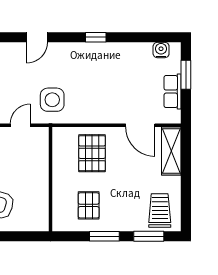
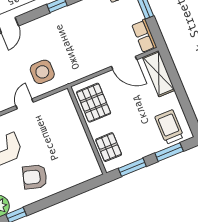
row of seats: (173, 92) -> (144, 36), moved
wall: (50, 179) -> (87, 131), moved

